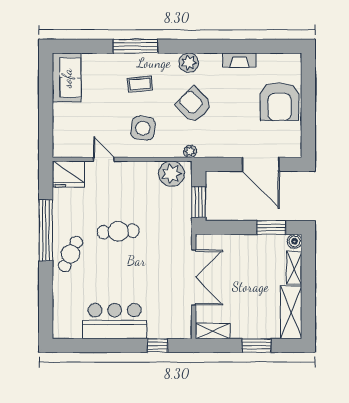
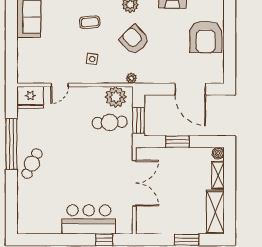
side table: (143, 128) -> (92, 59), width x0.54, depth x0.54
door: (104, 159) -> (60, 85), swing flipped
window: (271, 227) -> (177, 142), moved
cafe table: (118, 231) -> (110, 122), moved
bar counter: (115, 321) -> (89, 219), moved
shelving: (213, 331) -> (150, 228), removed

